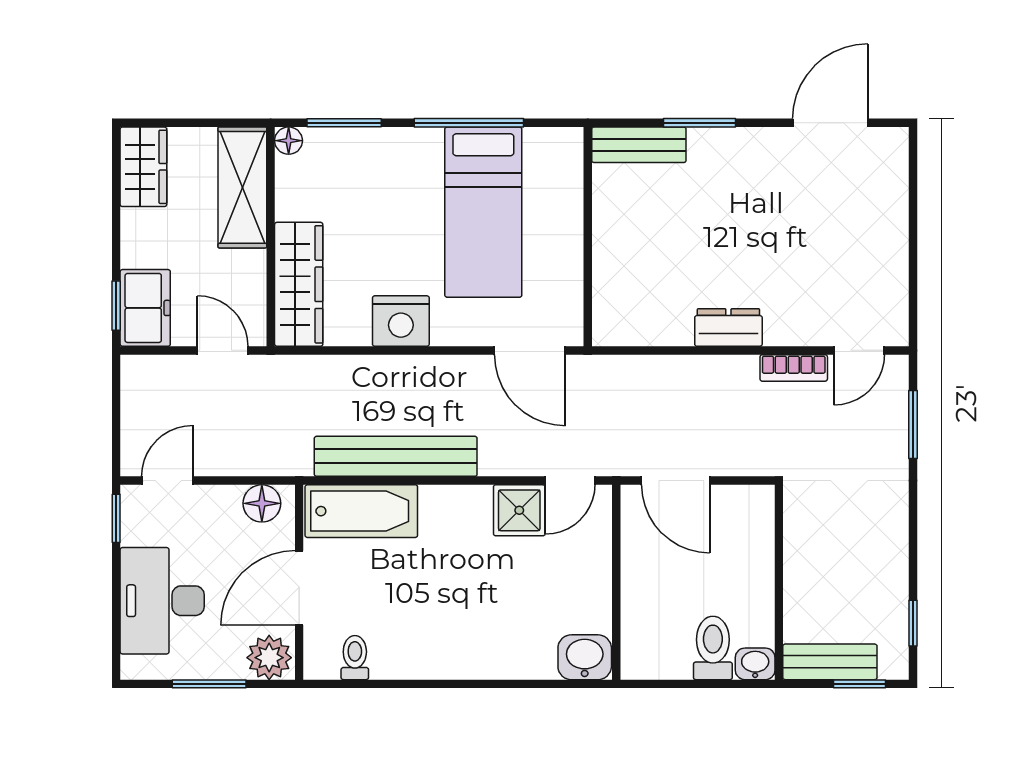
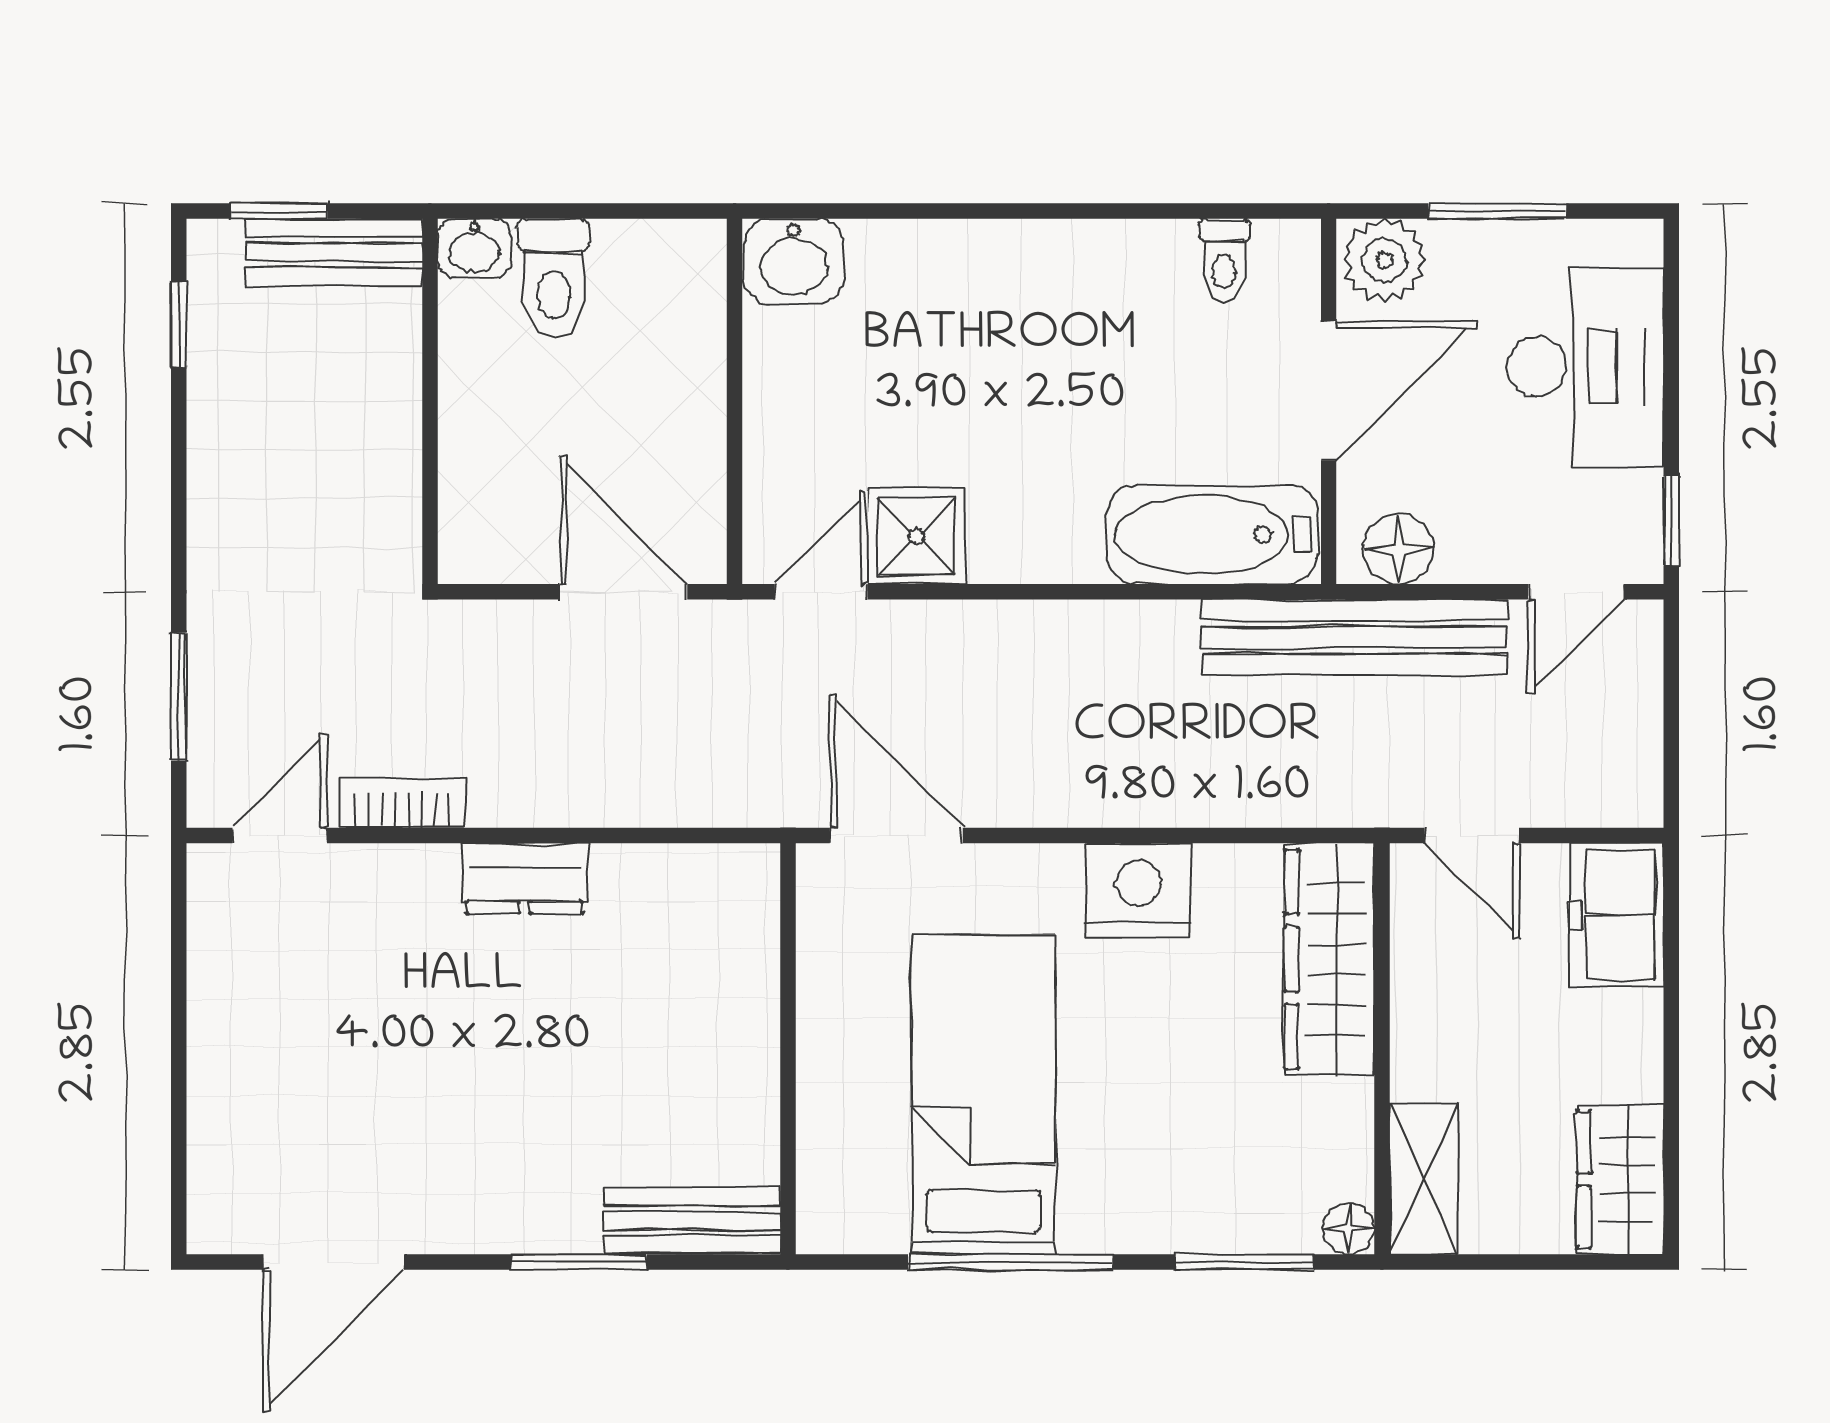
shelving: (242, 187) -> (1424, 1179), width x0.67, depth x0.75
window: (116, 306) -> (1671, 919), removed
bench: (396, 456) -> (1354, 637), moved

